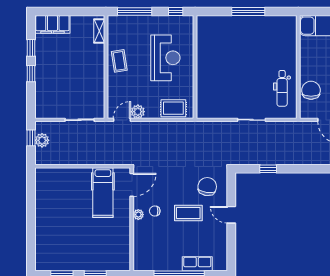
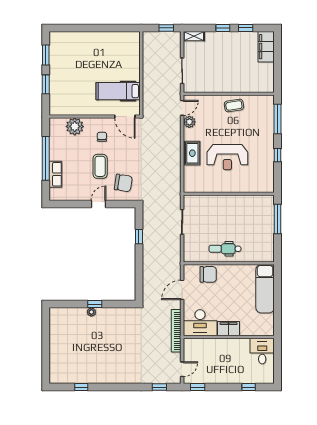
shelving: (99, 31) -> (194, 36), moved
reception desk: (165, 58) -> (227, 157), moved
wall: (195, 67) -> (229, 194), moved
dental chair: (282, 88) -> (225, 249), moved
door: (122, 120) -> (182, 108), hinge flipped
plant: (42, 140) -> (164, 38), removed
plant: (138, 215) -> (75, 126), moved, width x1.88, depth x1.88

